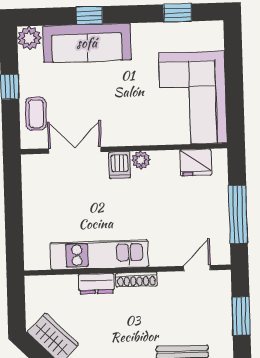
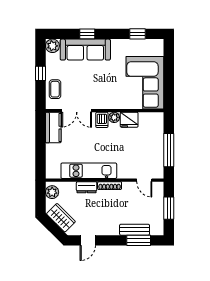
double door: (75, 150) -> (77, 111), swing flipped
fridge: (196, 163) -> (129, 120), moved
kitchen counter: (35, 181) -> (53, 128), added
door: (197, 268) -> (144, 180), swing flipped
plant: (36, 294) -> (52, 192), added

